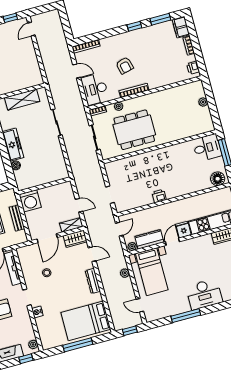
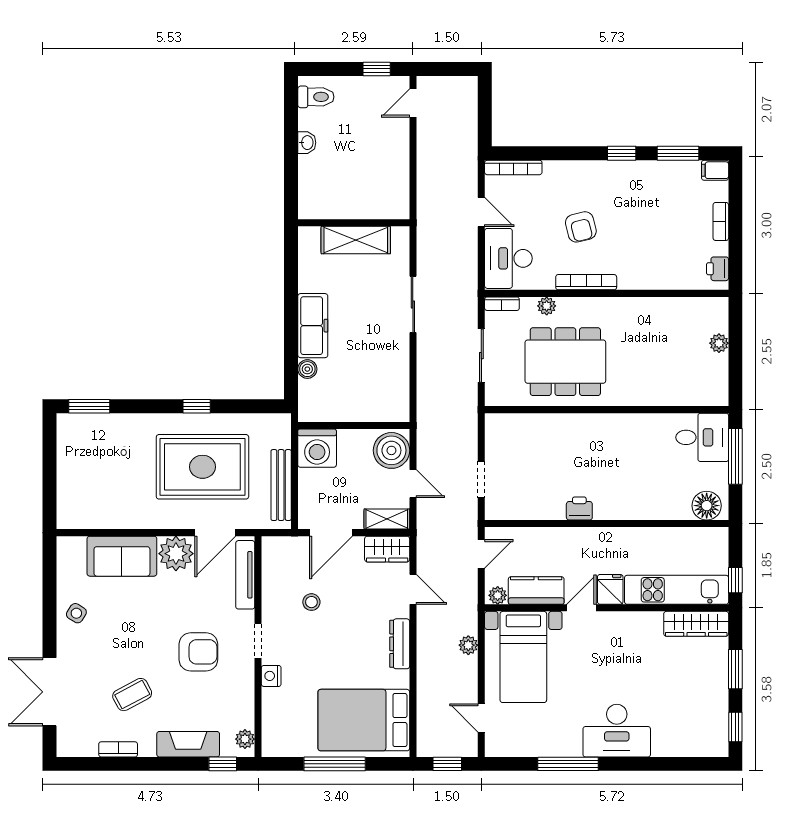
filing cabinet: (181, 27) -> (715, 170), width x0.50
boiler: (65, 193) -> (391, 450), added
bench: (17, 218) -> (281, 485), width x1.36

